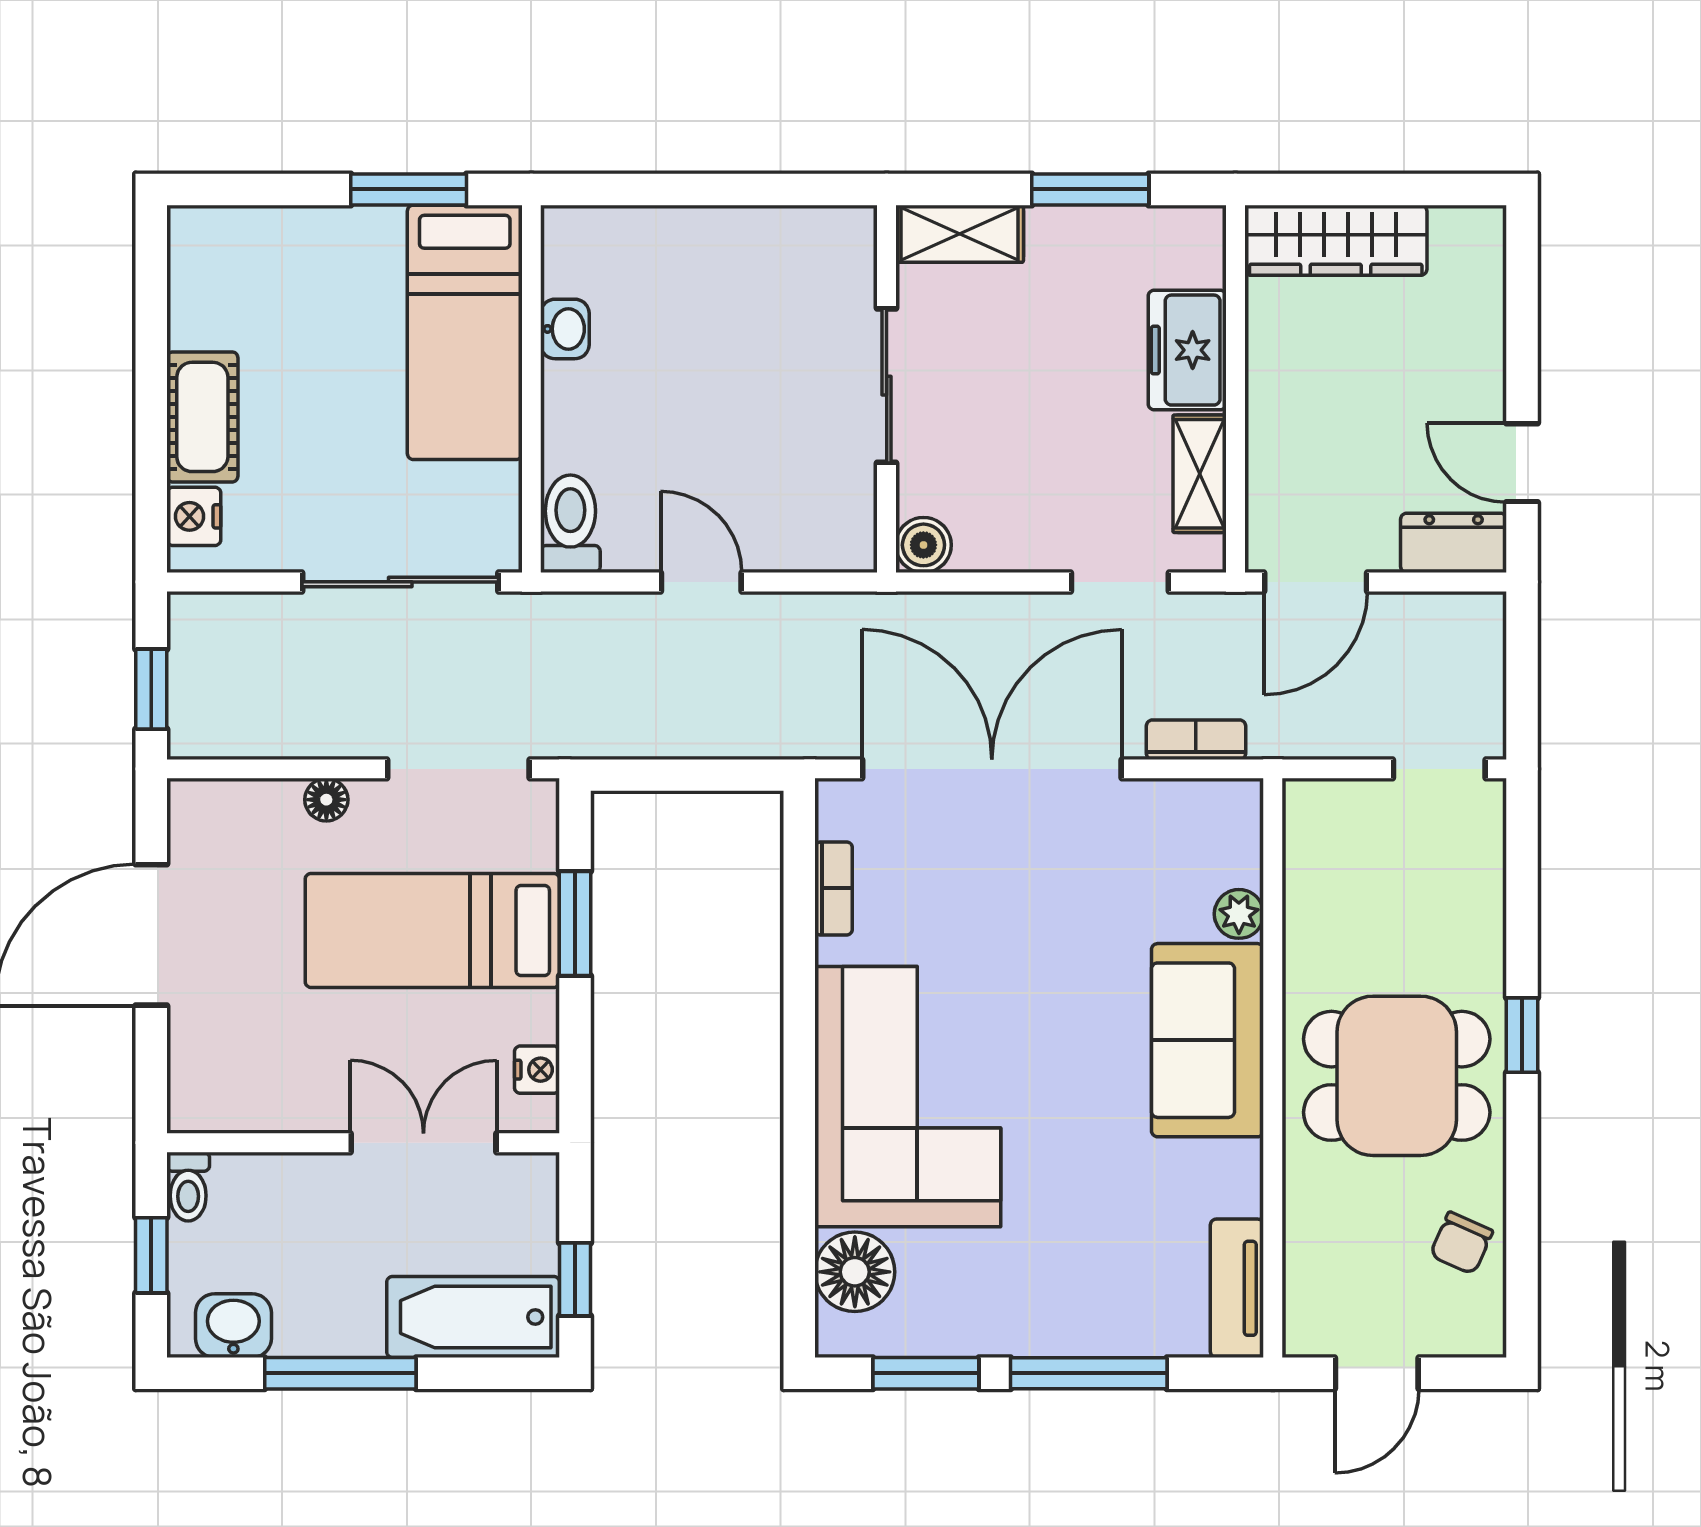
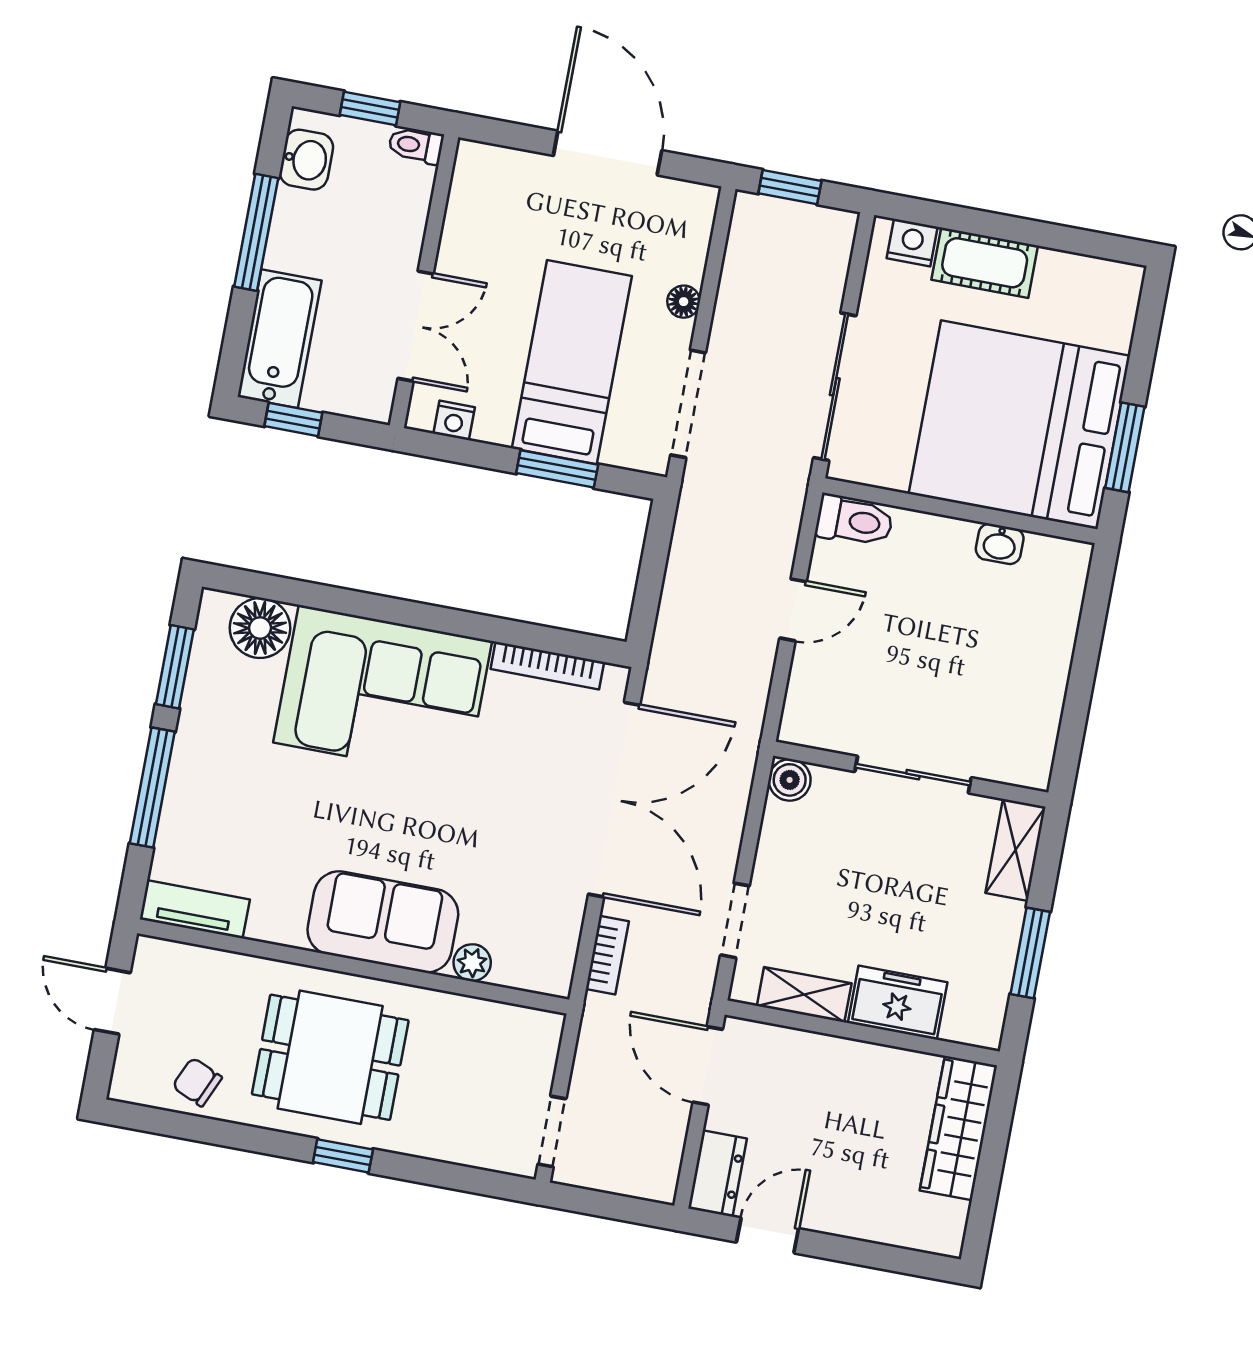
bed: (465, 332) -> (1019, 425), width x2.04
bookcase: (834, 888) -> (547, 666), width x1.56
dining table: (1397, 1076) -> (330, 1057), turned 90

